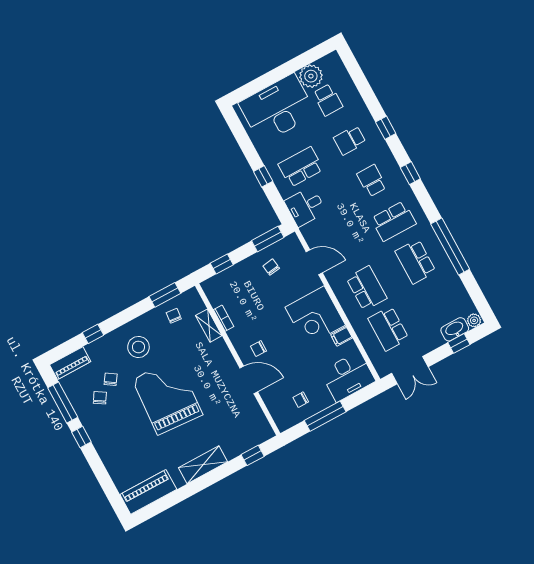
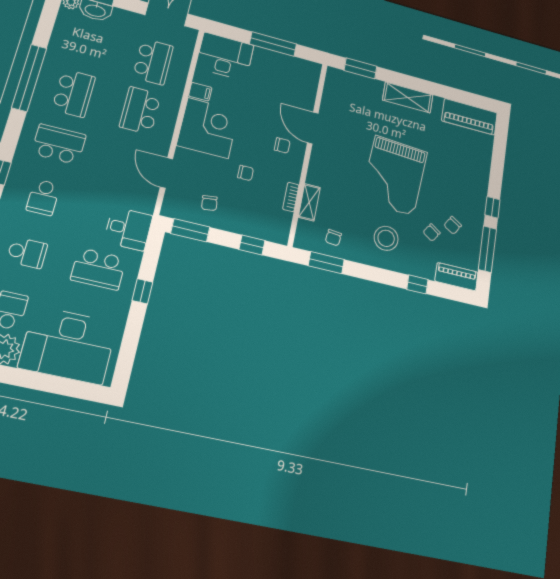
chair: (301, 400) -> (246, 173), moved
window: (253, 455) -> (360, 68), width x1.50

